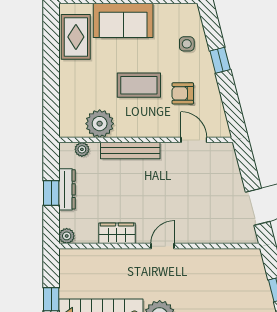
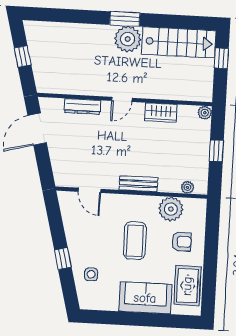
coffee table: (139, 85) -> (135, 241), turned 90
armchair: (183, 93) -> (181, 242), moved
bench: (130, 150) -> (138, 184), width x0.73
dresser: (67, 189) -> (82, 106), moved, turned -90

